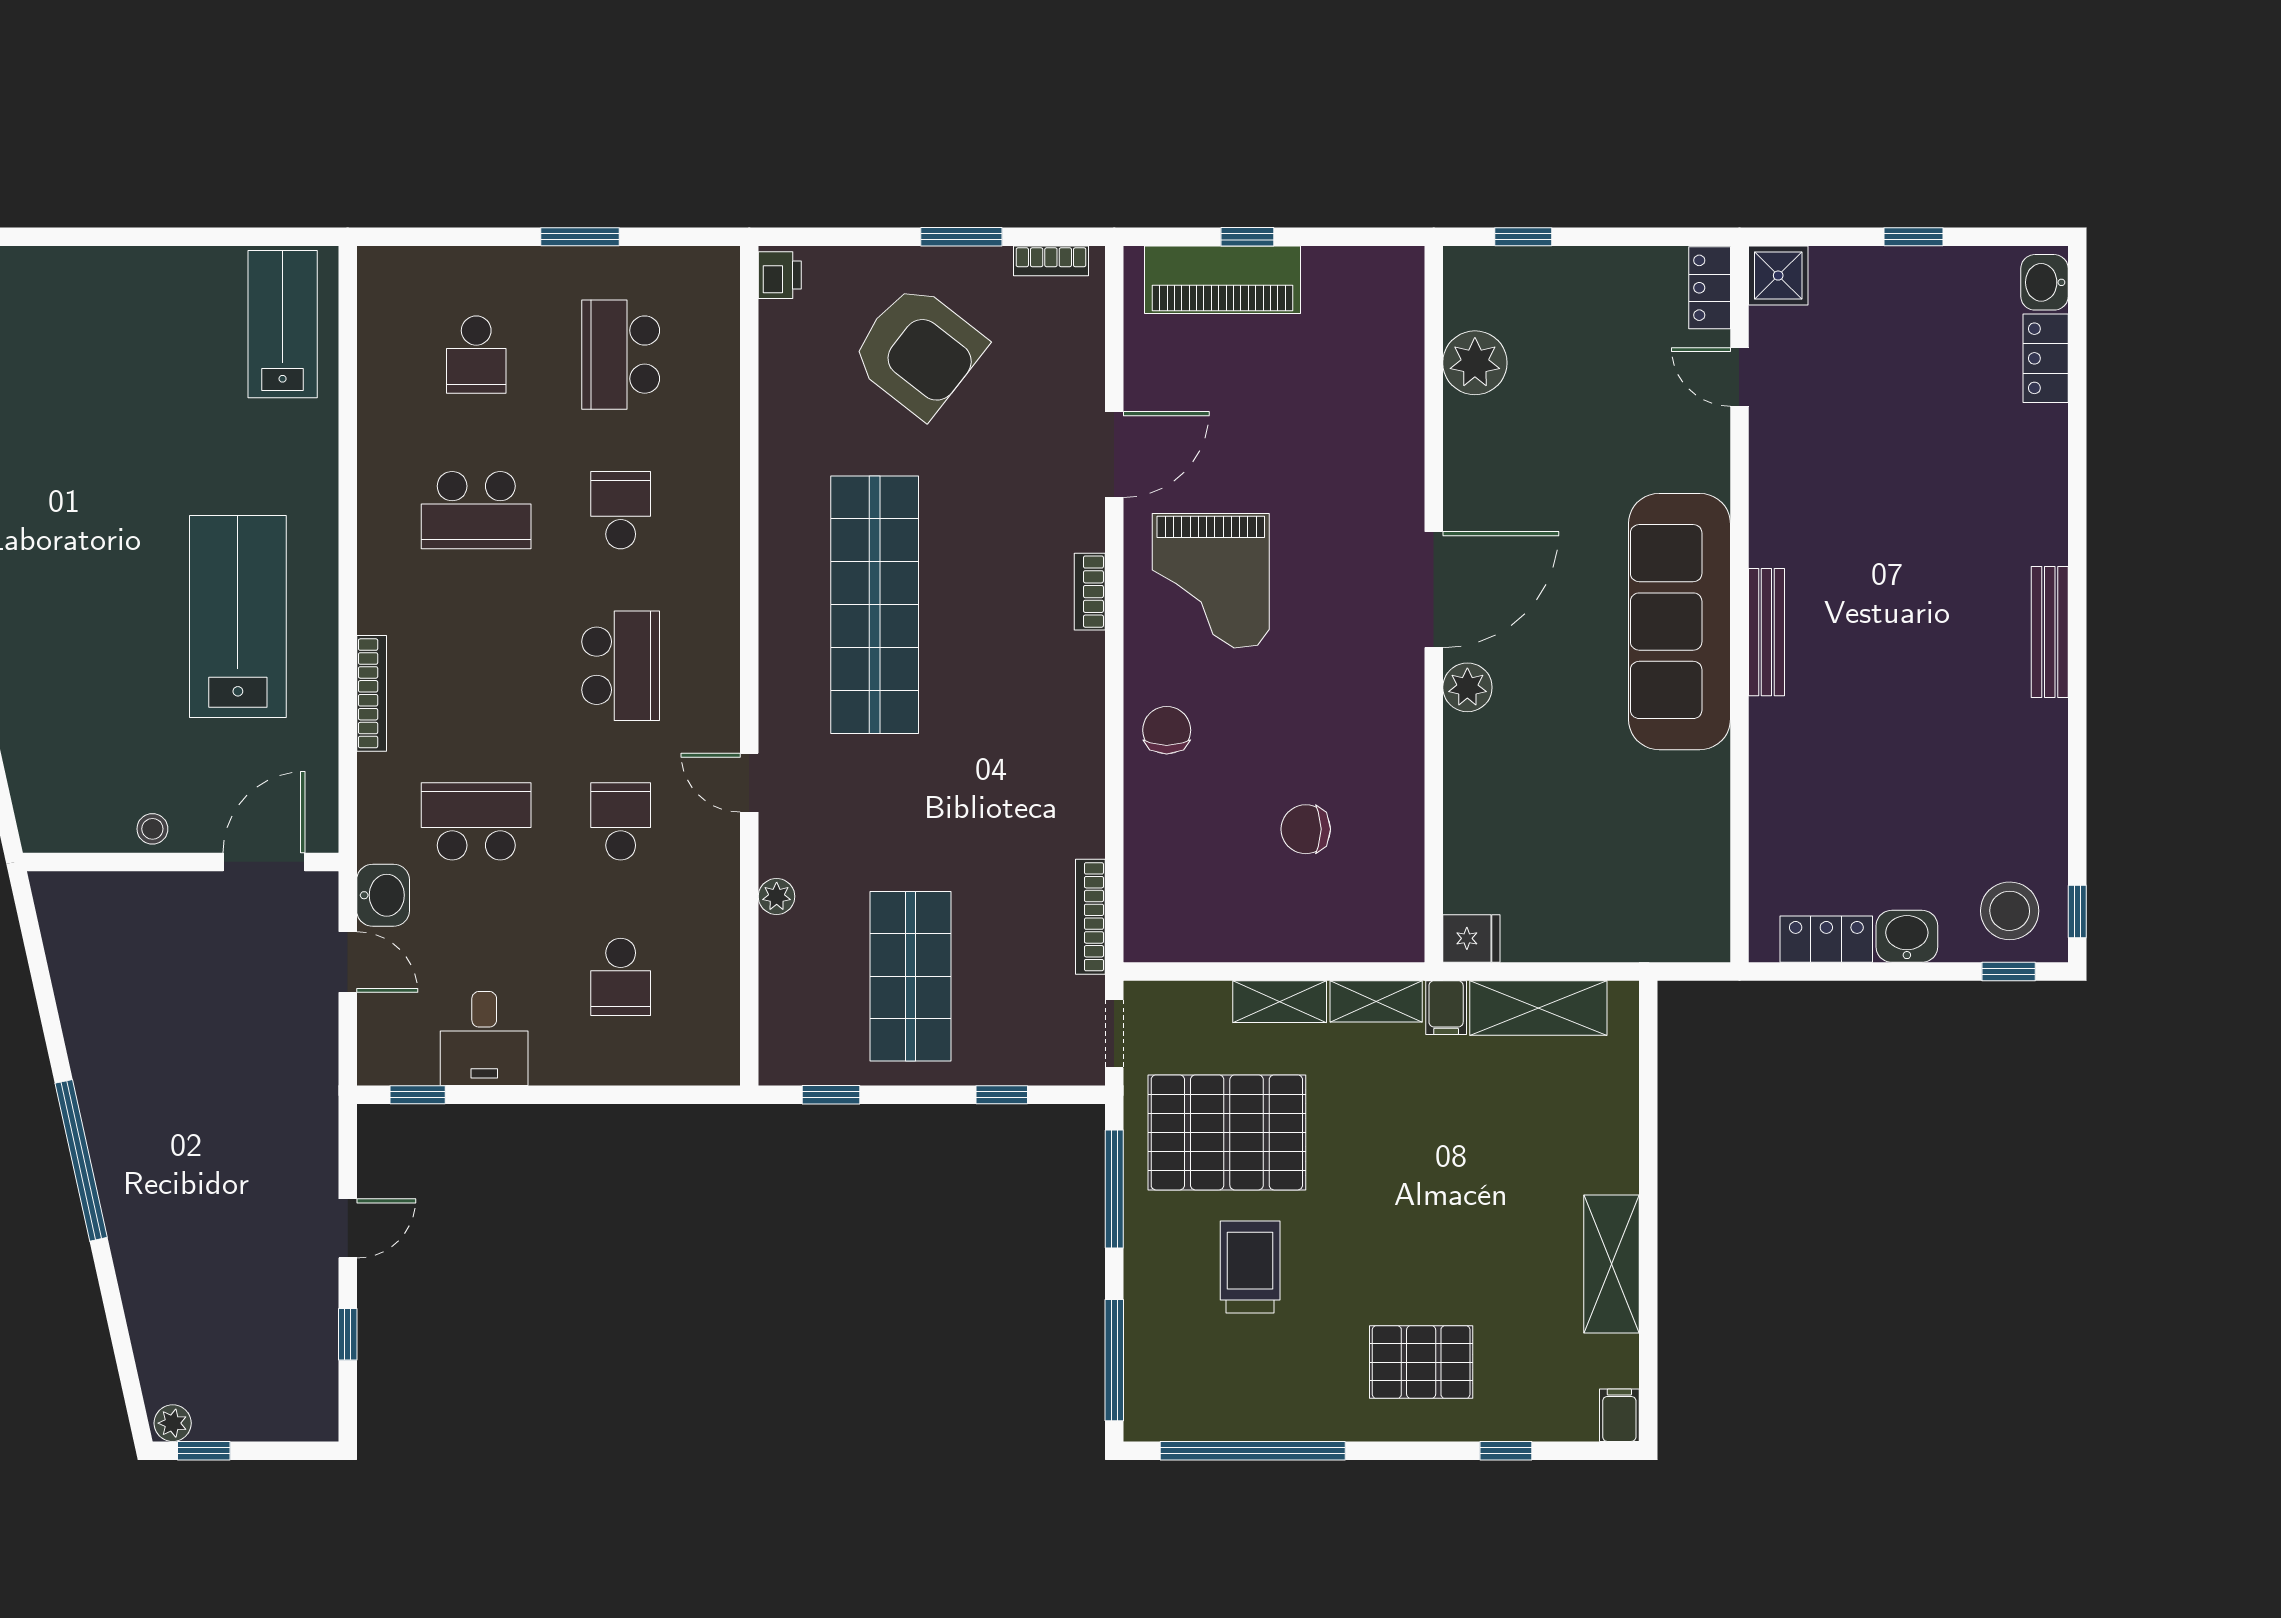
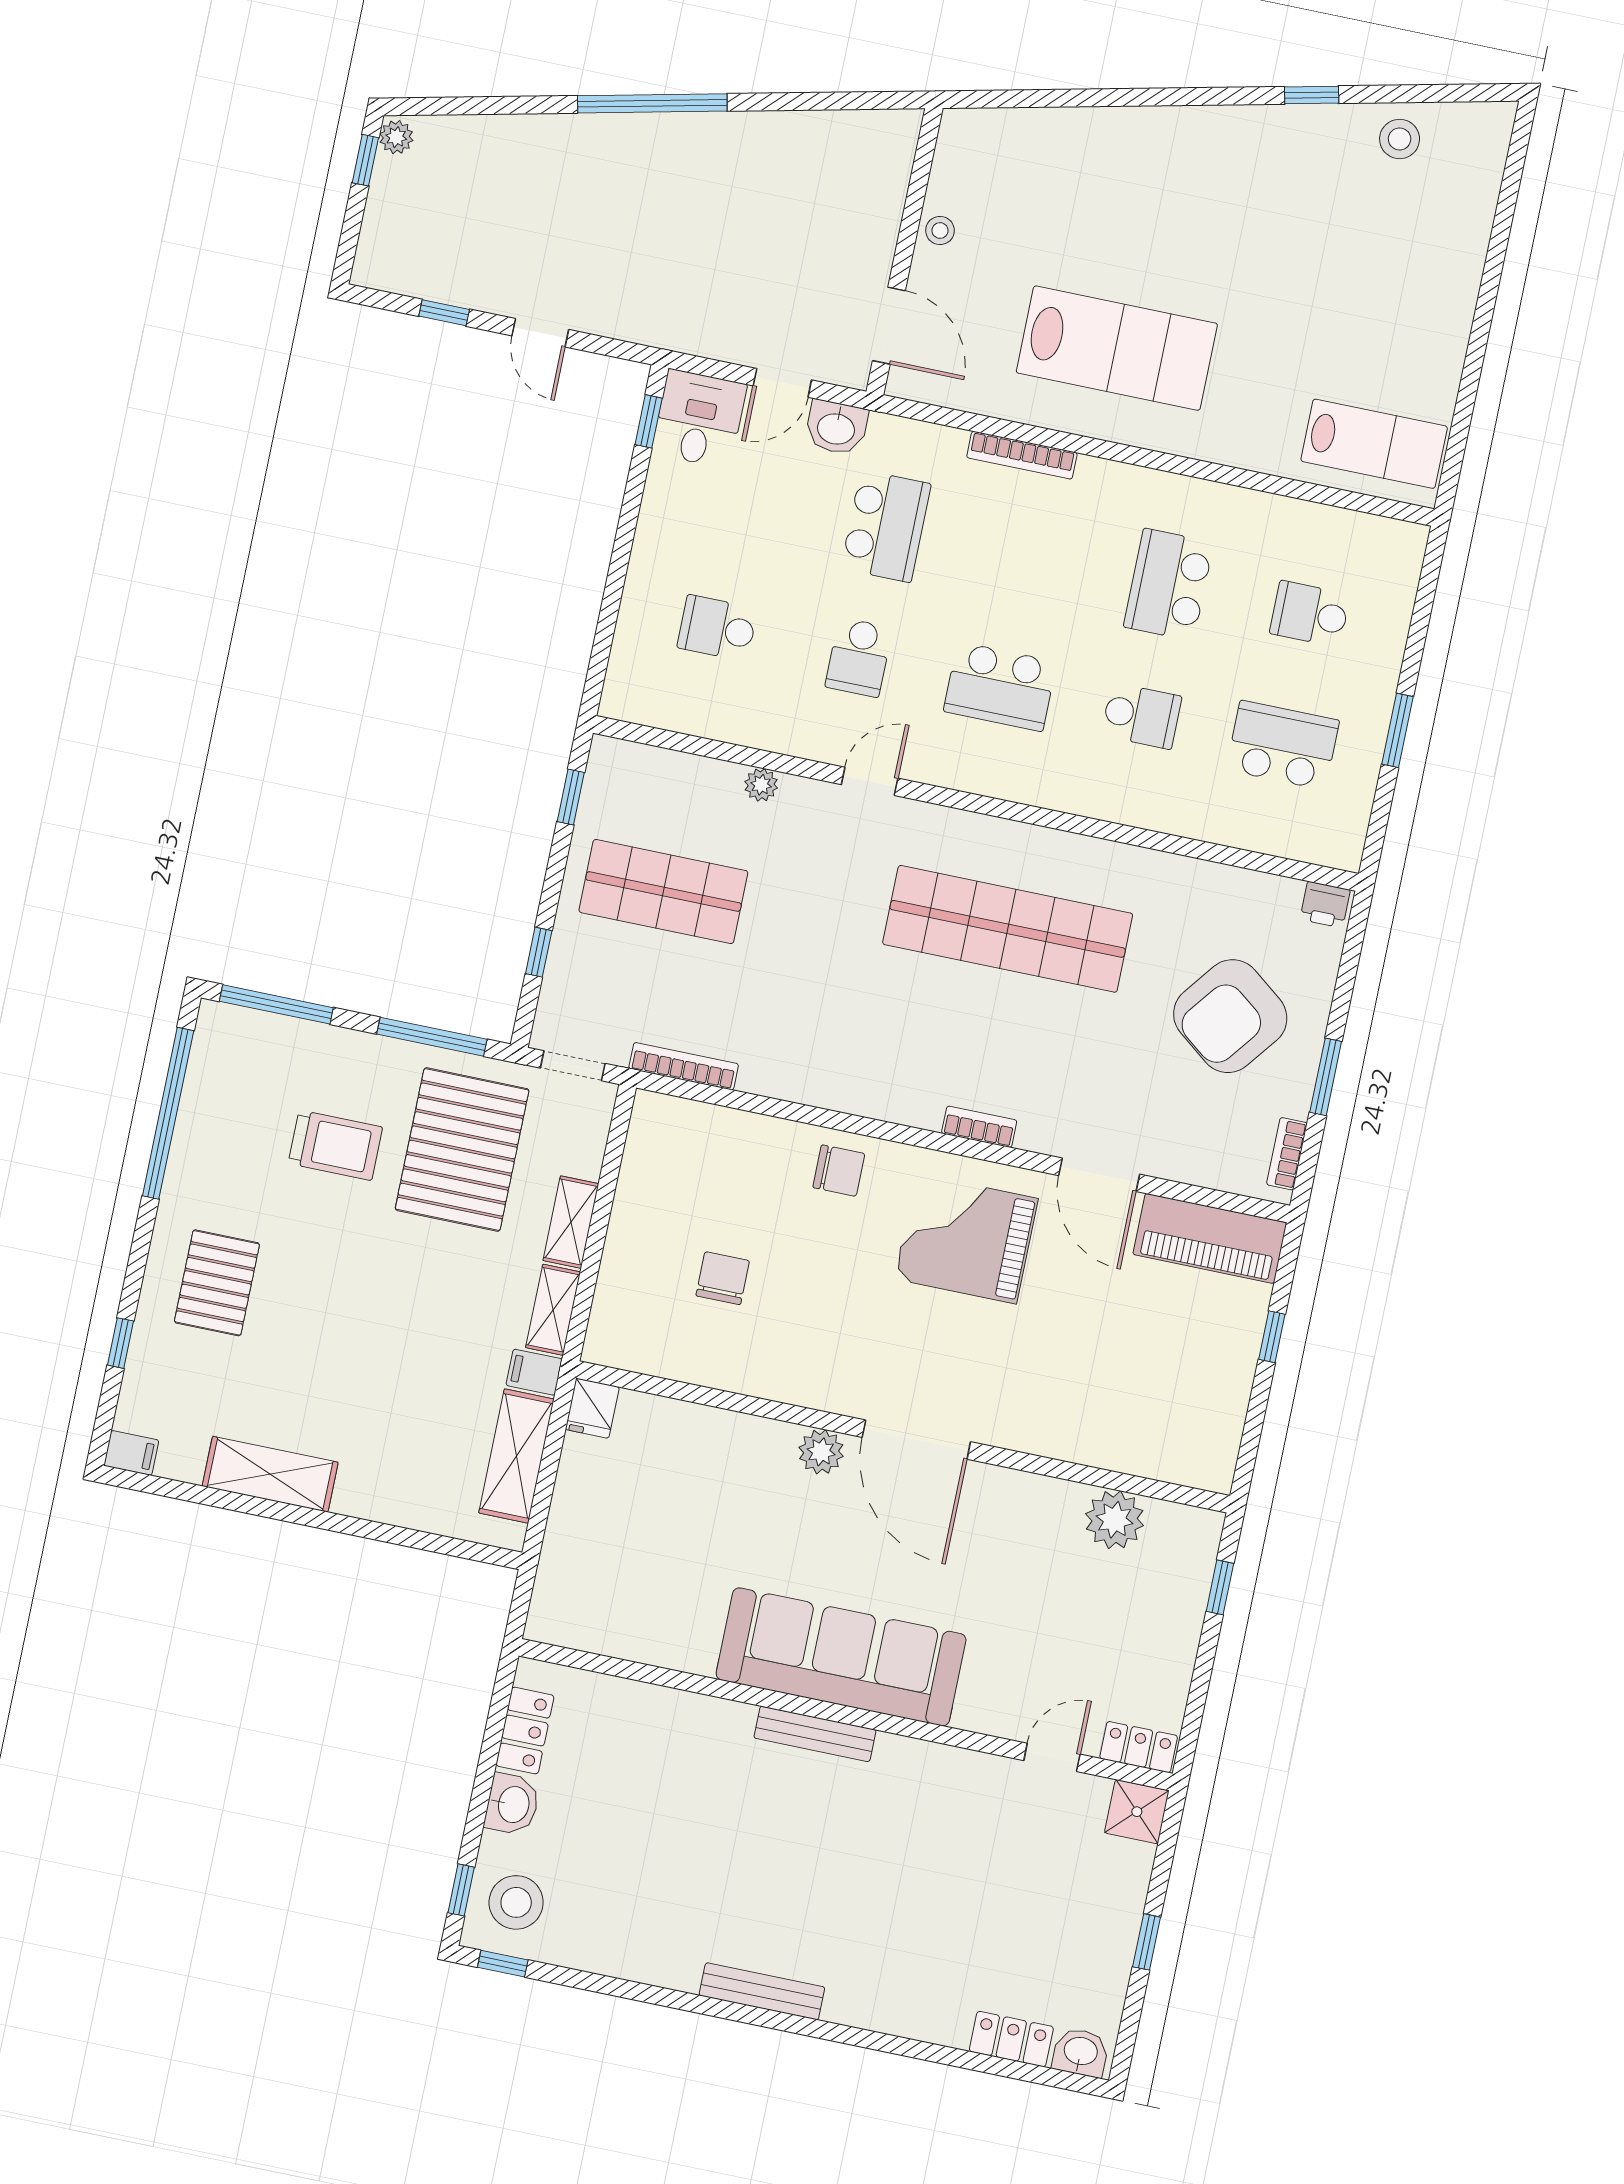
piano: (1222, 280) -> (1210, 1238), moved, turned -90
school desk: (621, 821) -> (859, 657), turned 90
desk: (484, 1038) -> (699, 419), moved, turned 90

